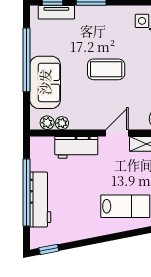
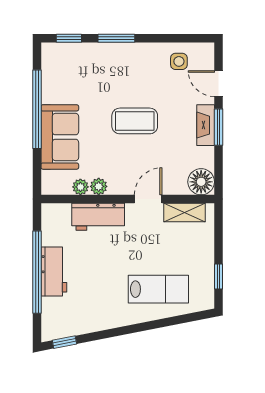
tv unit: (56, 12) -> (74, 51), removed
plant: (47, 123) -> (99, 186), moved
workbench: (40, 199) -> (54, 272), width x0.73

